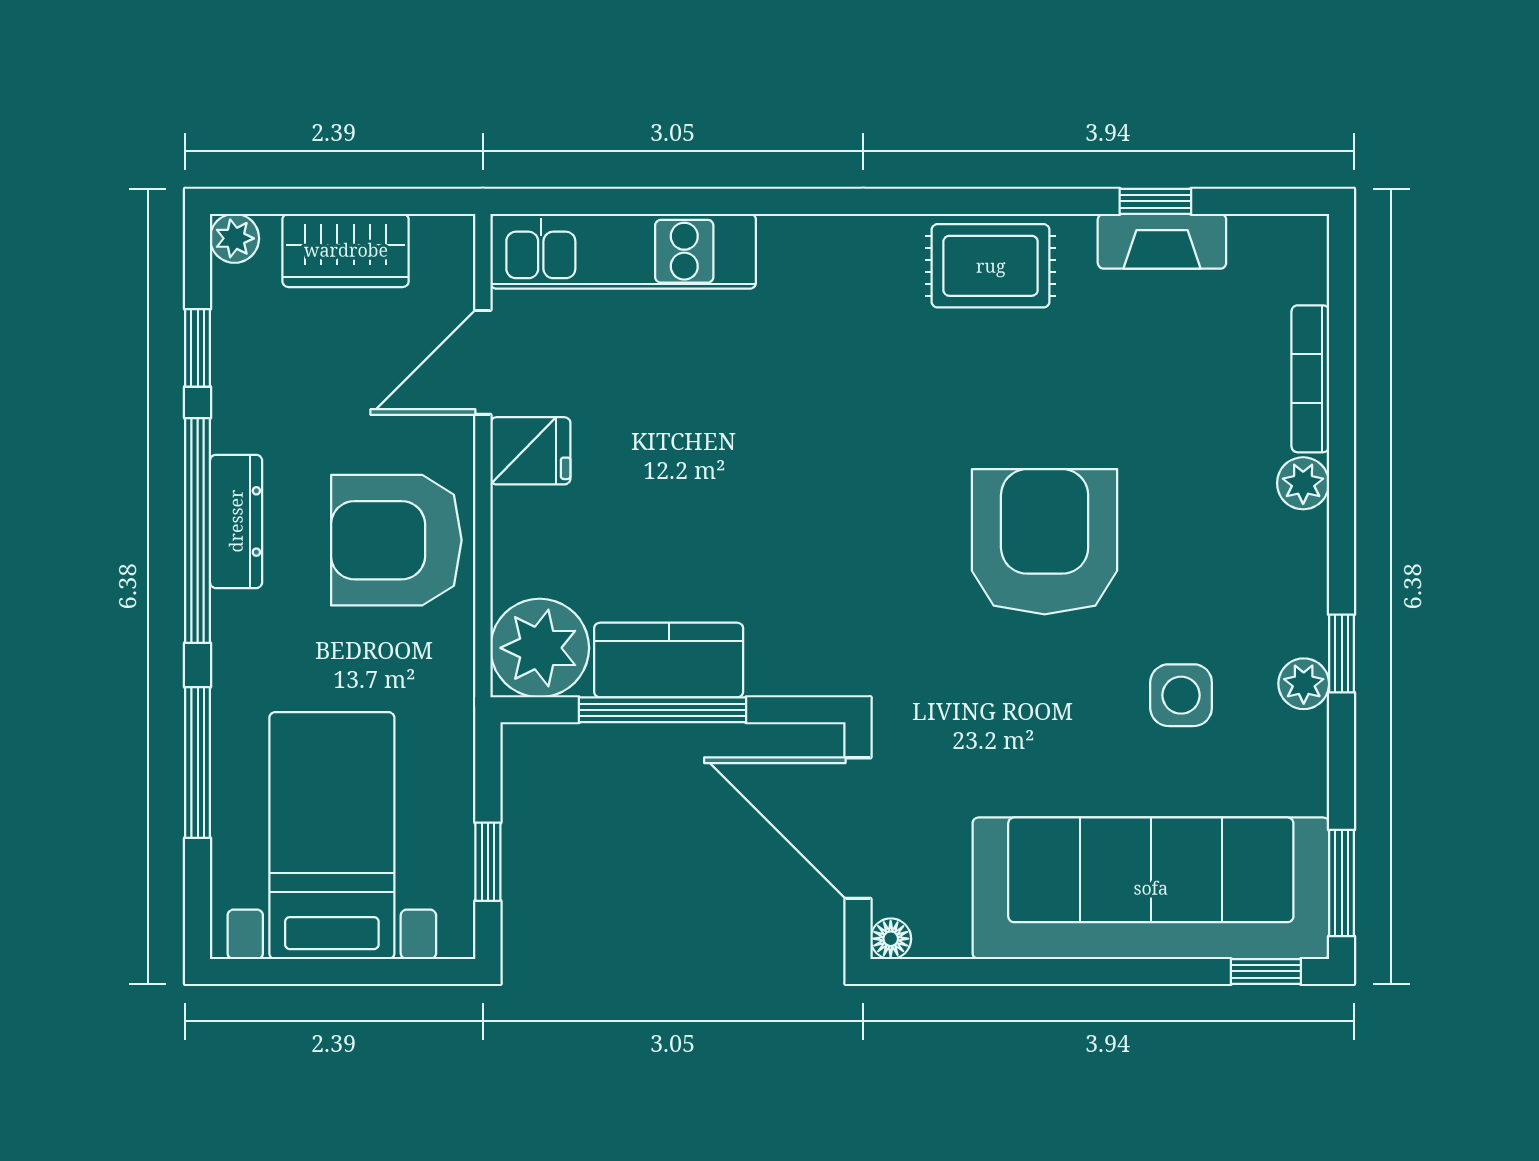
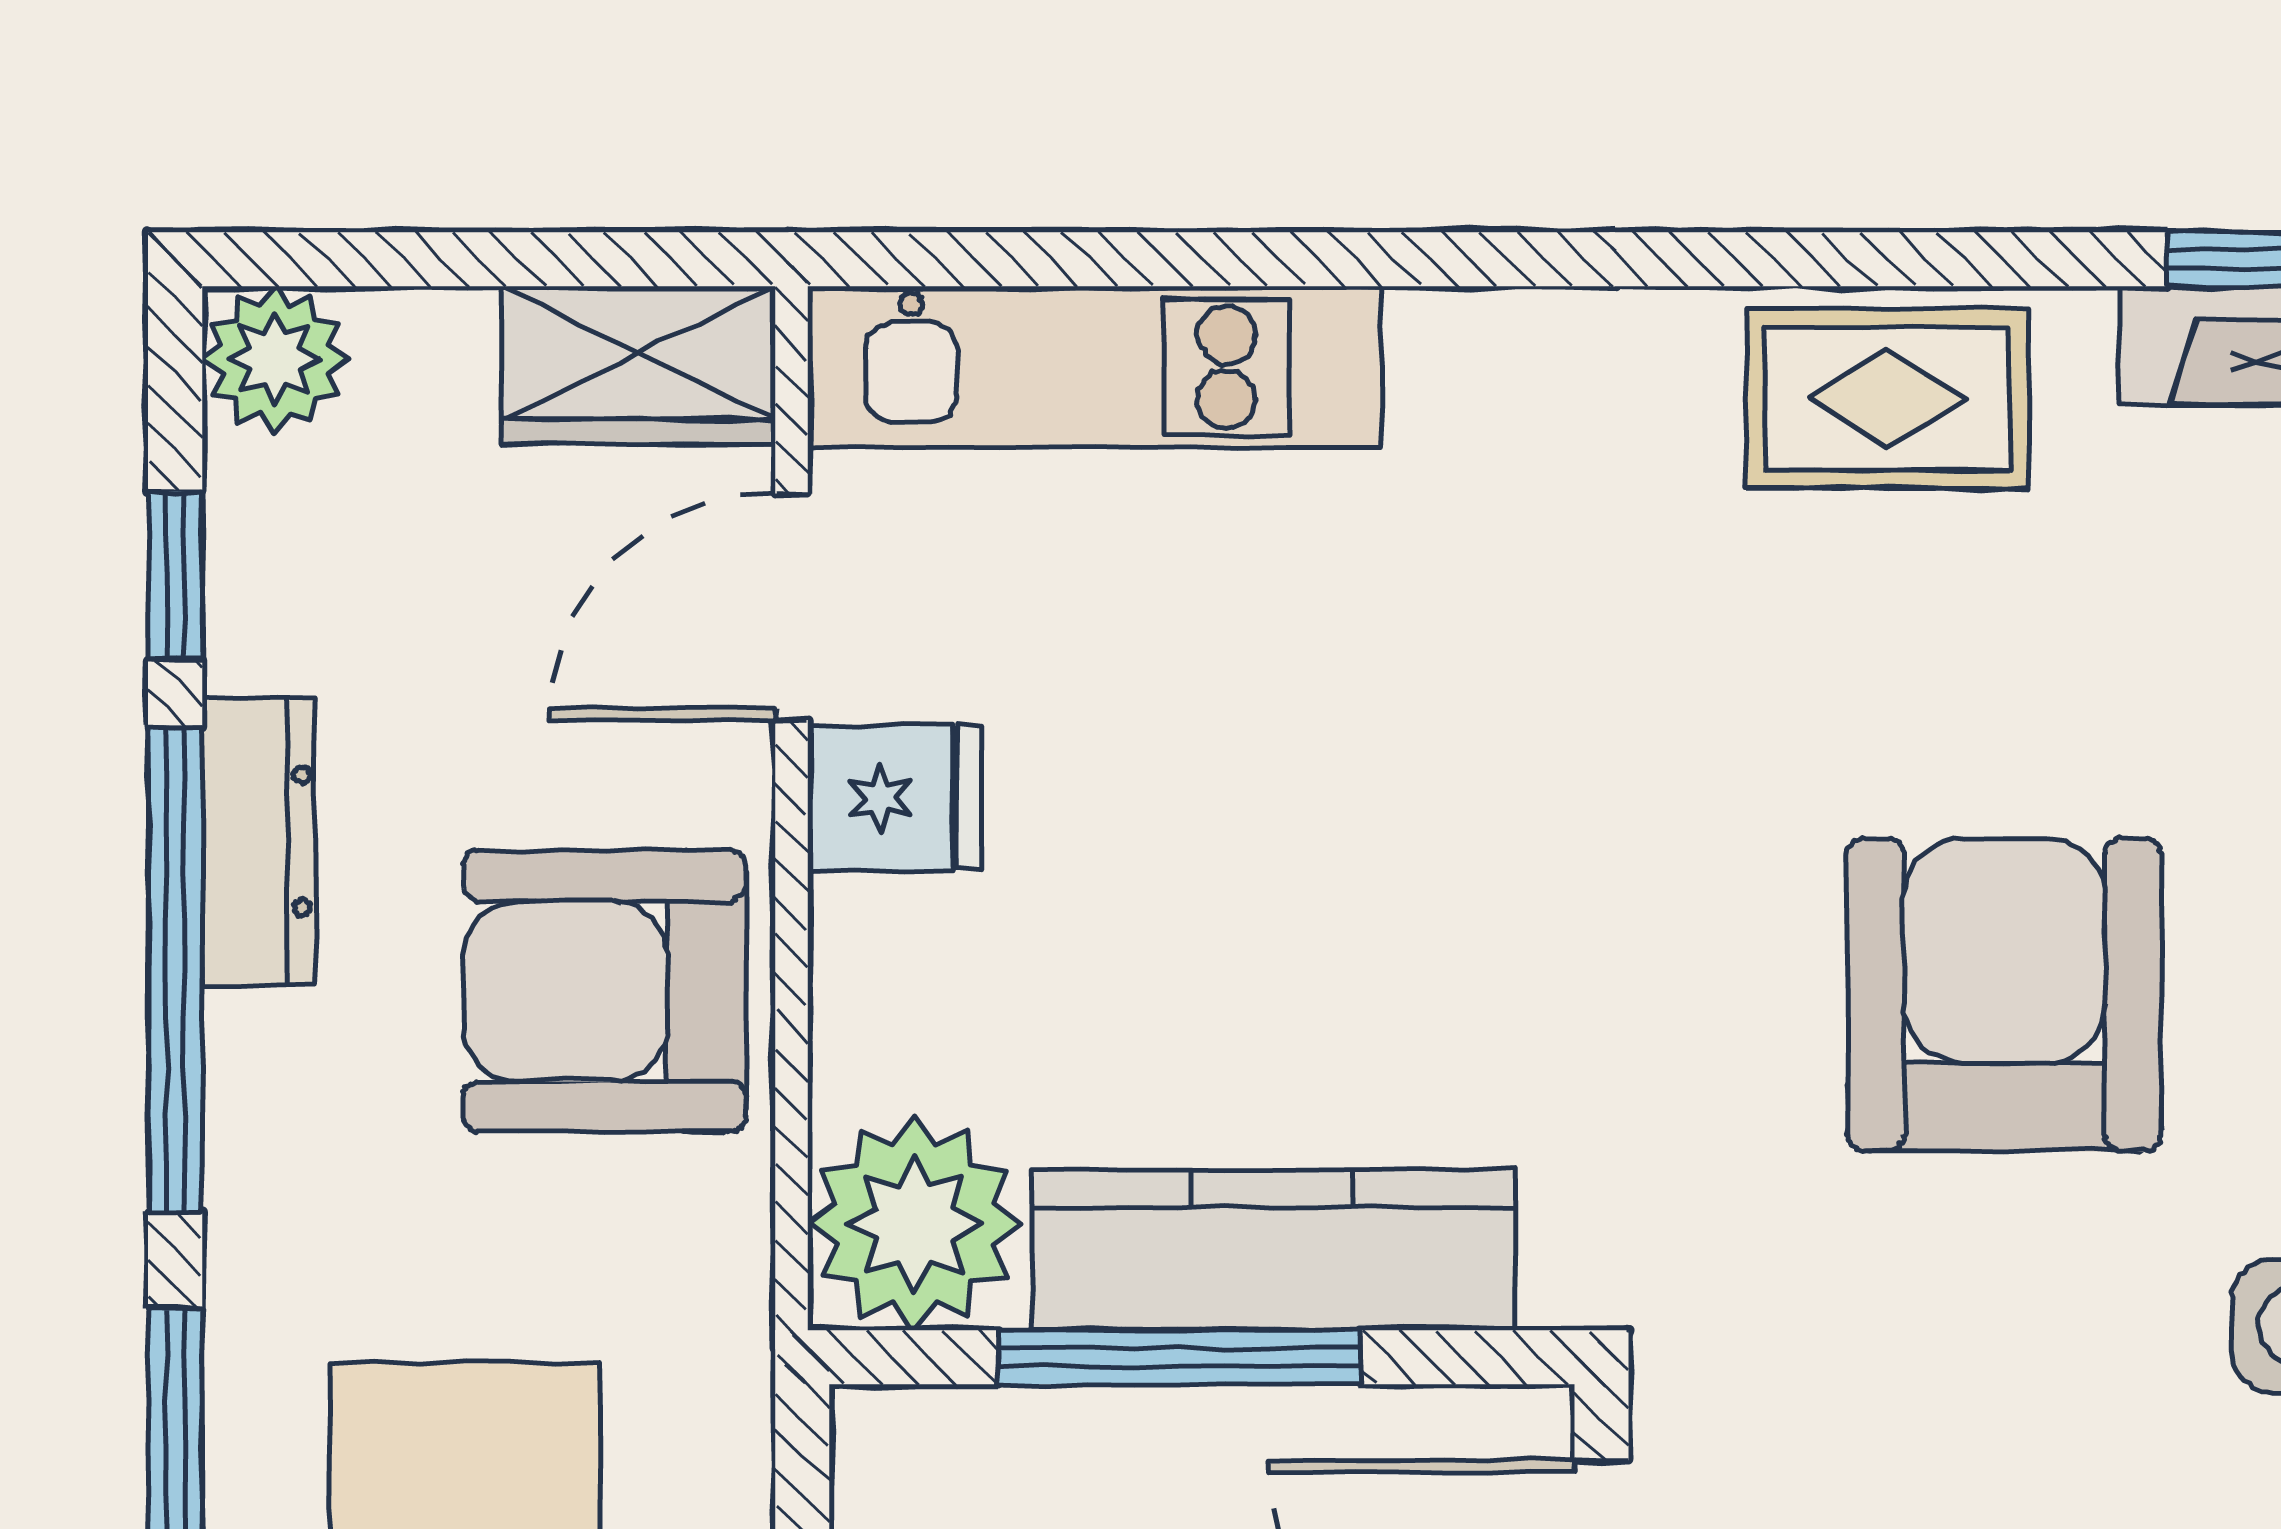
plant: (234, 238) -> (275, 359), width x1.38, depth x1.38
wardrobe: (346, 250) -> (639, 365), moved
dresser: (236, 521) -> (258, 841), moved
kitchen counter: (669, 660) -> (1273, 1250), width x1.50

